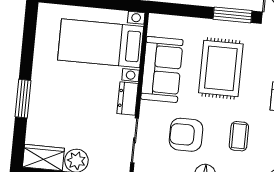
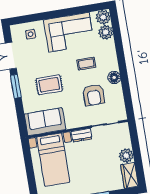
rug: (221, 68) -> (49, 85), width x0.73, depth x0.70
sofa: (162, 69) -> (45, 122), moved

